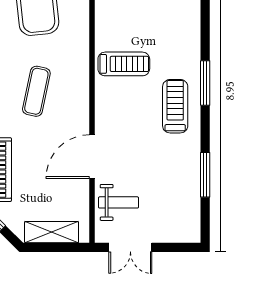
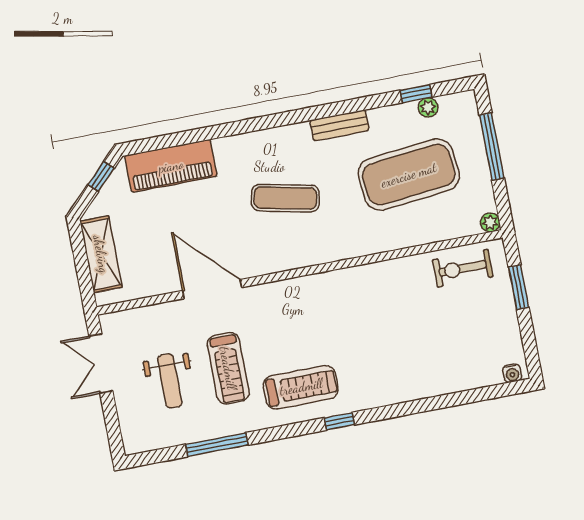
treadmill: (124, 64) -> (228, 368), moved
window: (205, 83) -> (339, 421), width x0.46
weight bench: (119, 202) -> (170, 381), moved

